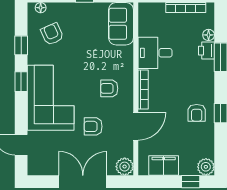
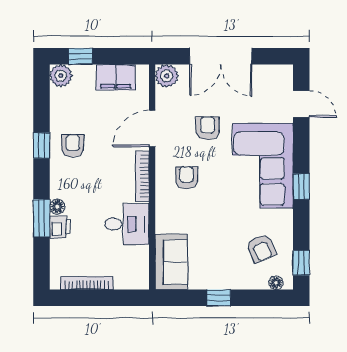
floor lamp: (209, 35) -> (57, 207), moved
window: (21, 45) -> (301, 263), moved
armchair: (109, 88) -> (187, 178), turned -90
armchair: (93, 126) -> (208, 128), turned -90

